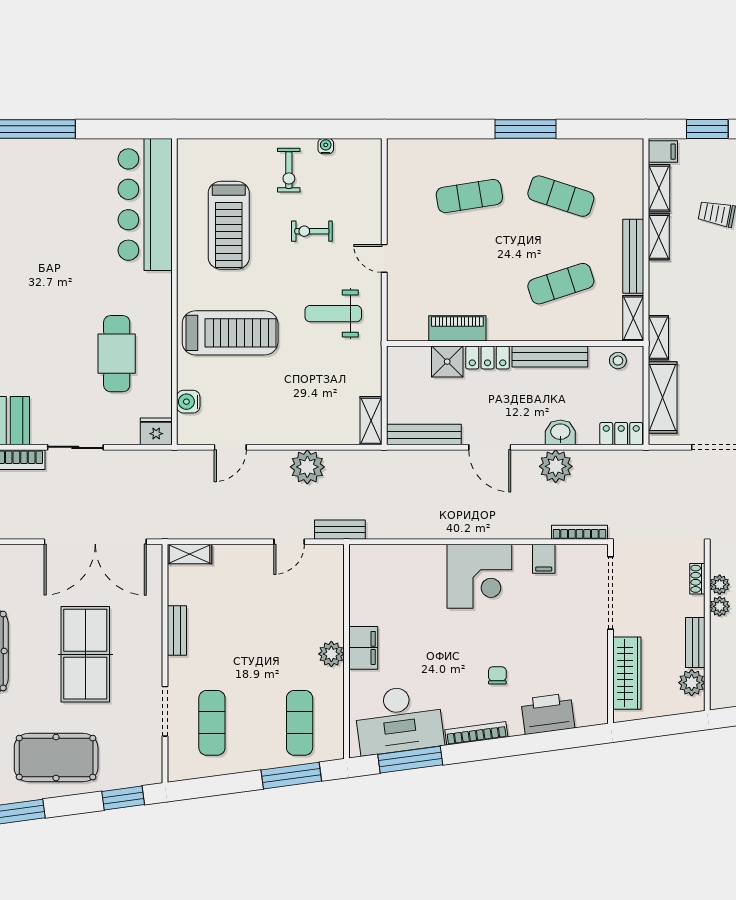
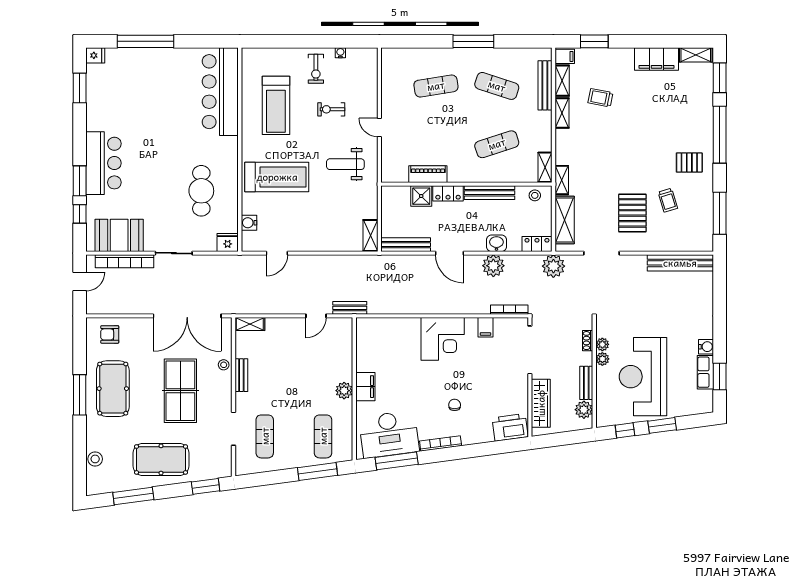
bench: (633, 256) -> (545, 85), moved
plant: (307, 467) -> (553, 266), moved
stool: (150, 615) -> (224, 365), added
printer: (548, 714) -> (510, 427), moved

